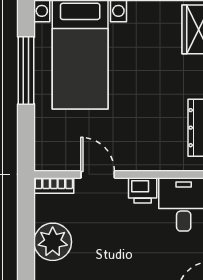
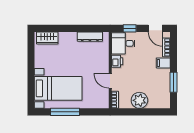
door: (98, 174) -> (110, 81), hinge flipped

